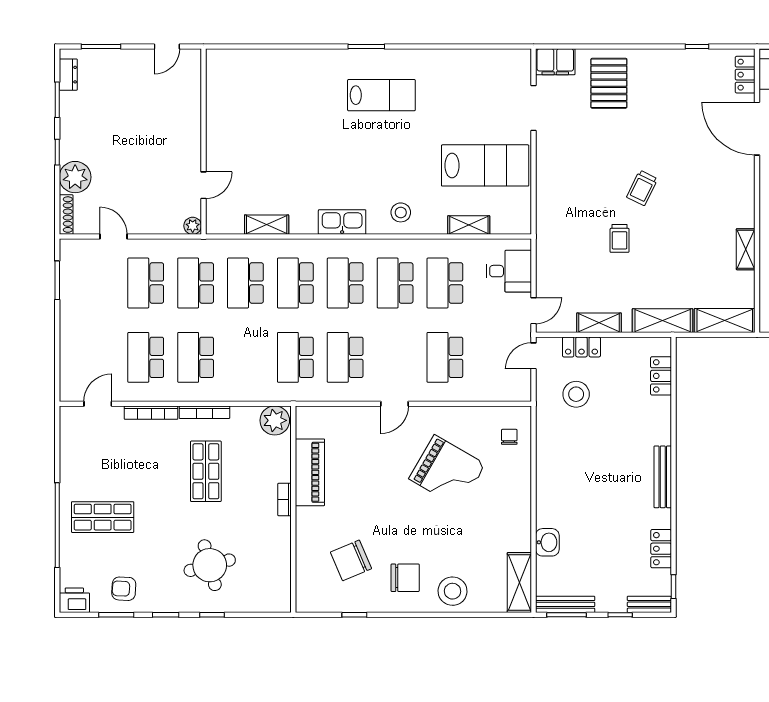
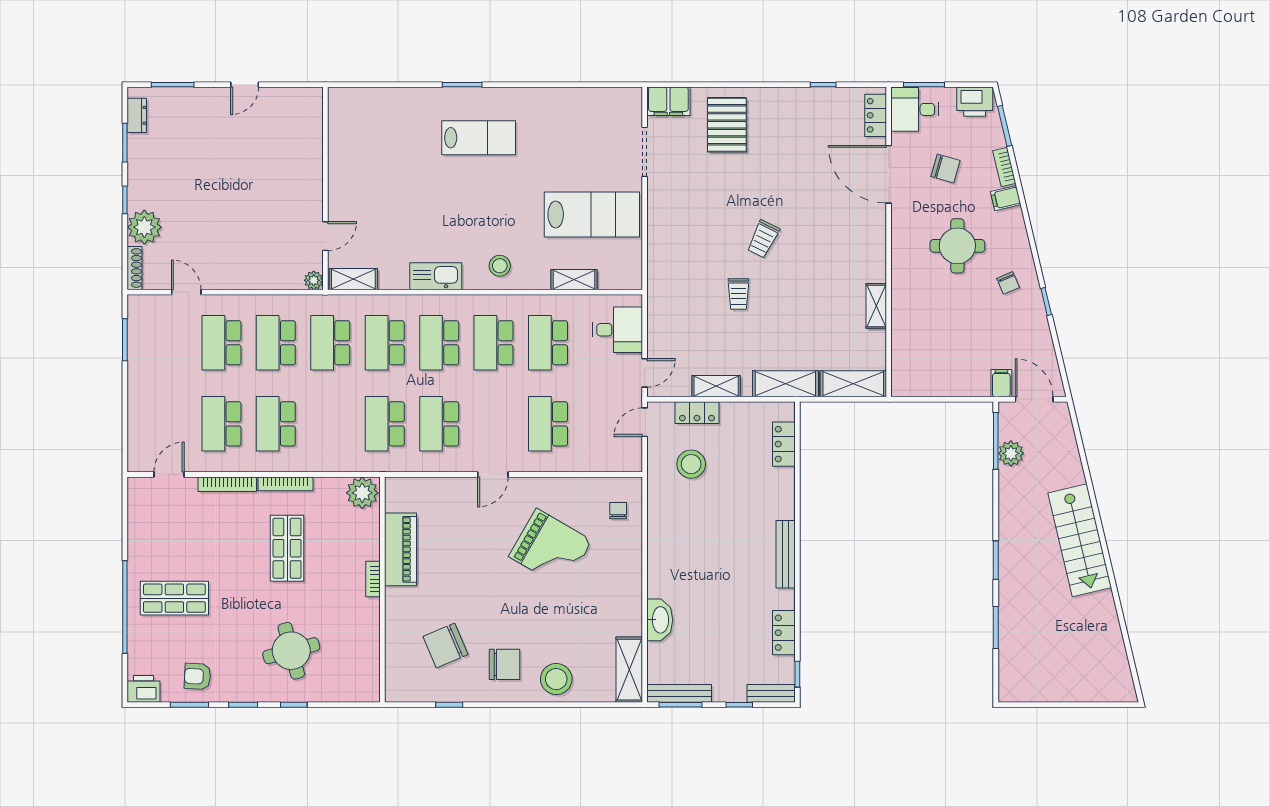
wall: (203, 142) -> (325, 188), moved
door: (203, 185) -> (325, 236), moved
plant: (193, 226) -> (314, 280), moved
washbasin: (547, 542) -> (660, 620), width x1.38

